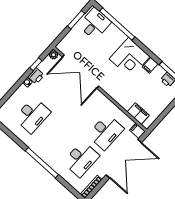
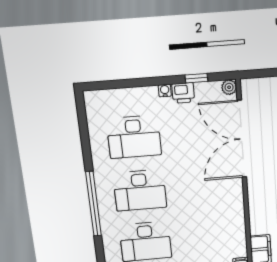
desk: (106, 132) -> (140, 190), moved

